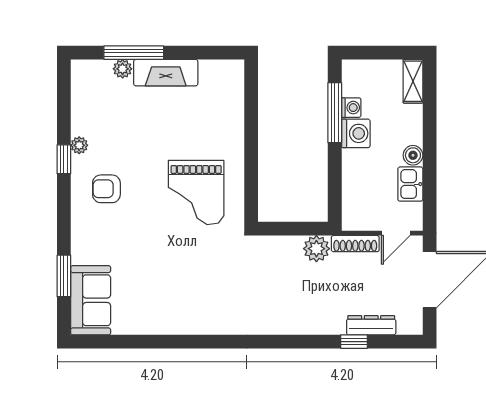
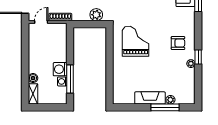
boiler: (413, 155) -> (33, 78), moved
kitchen sink: (410, 184) -> (34, 45), removed
plant: (316, 249) -> (96, 15), moved

